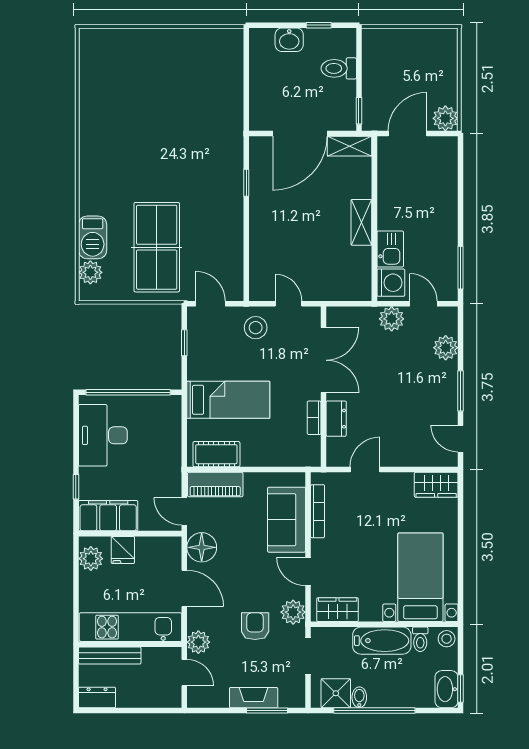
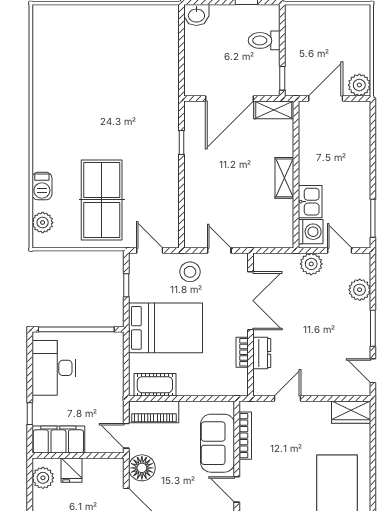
washbasin: (289, 40) -> (196, 15), moved
barbecue: (93, 237) -> (42, 186), width x0.73, depth x0.79
bed: (228, 400) -> (166, 328), width x1.50

